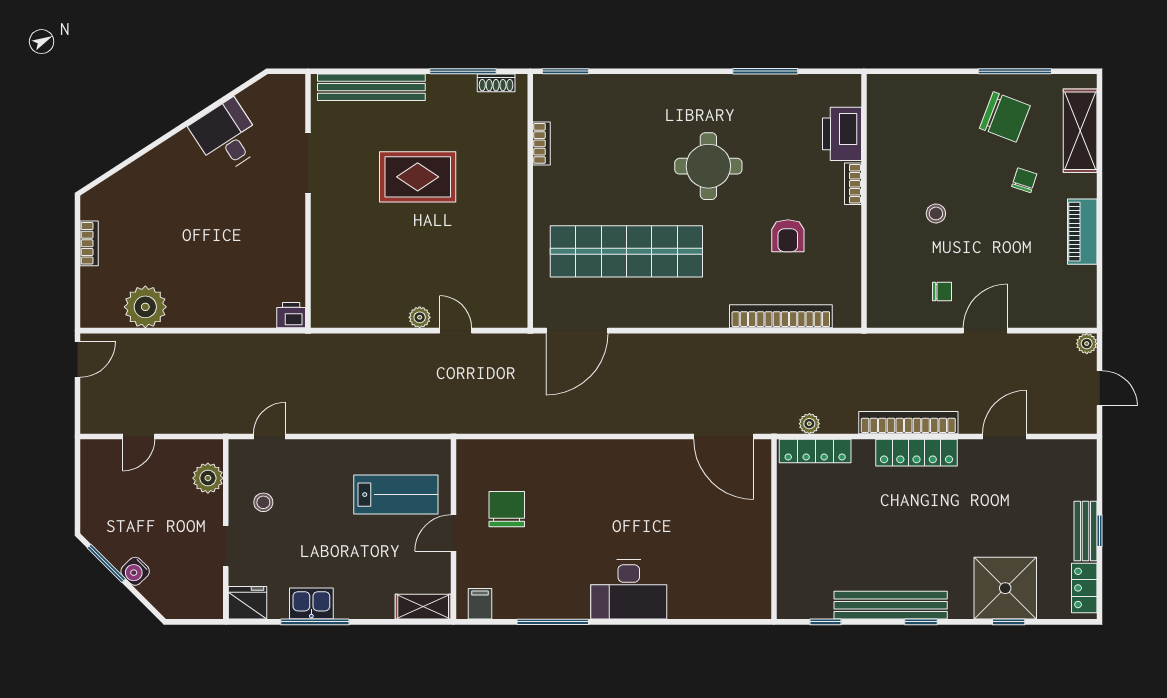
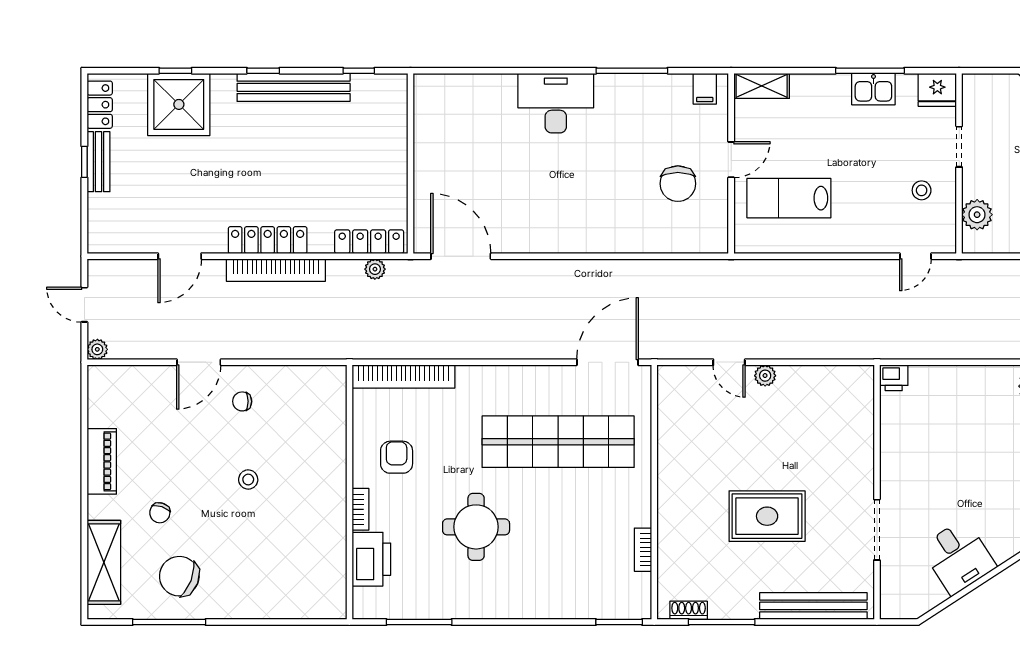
printer: (842, 134) -> (371, 559), moved
bookcase: (853, 184) -> (360, 509), moved
wall: (864, 201) -> (349, 492), moved

